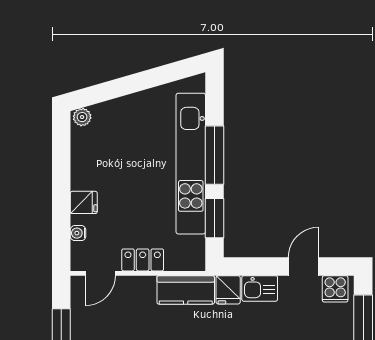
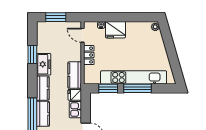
fridge: (84, 202) -> (115, 30), width x1.88, depth x1.34

